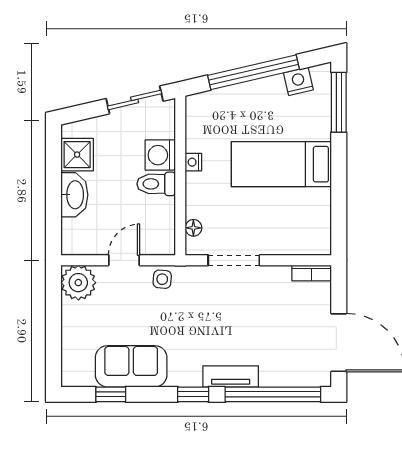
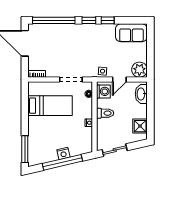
nightstand: (298, 81) -> (63, 153), moved
washing machine: (160, 155) -> (103, 91), moved
bed: (281, 164) -> (50, 106), moved
washbasin: (74, 195) -> (141, 94), moved
sofa: (131, 366) -> (131, 33), moved
tv unit: (231, 376) -> (72, 28), removed
window: (111, 394) -> (108, 20), moved

